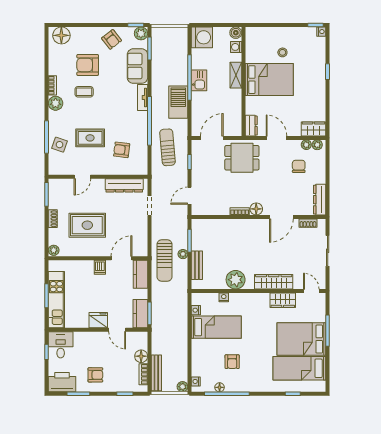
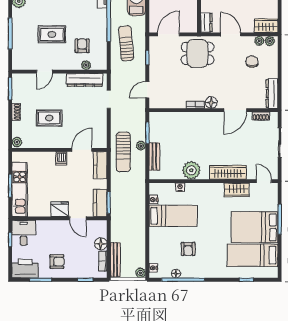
side table: (59, 145) -> (23, 41), removed
armchair: (122, 150) -> (82, 46), turned 83
plant: (126, 170) -> (86, 65), added
rug: (87, 225) -> (49, 118), width x0.73, depth x0.70

